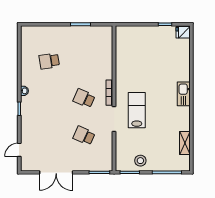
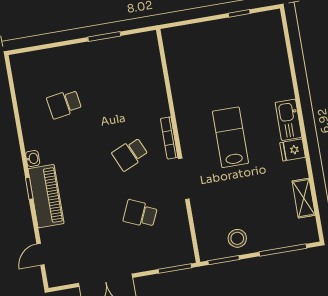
fridge: (183, 32) -> (293, 150), moved
school desk: (84, 98) -> (130, 154), turned -48
lab bench: (137, 110) -> (230, 137), moved
piano: (29, 115) -> (46, 196), added

